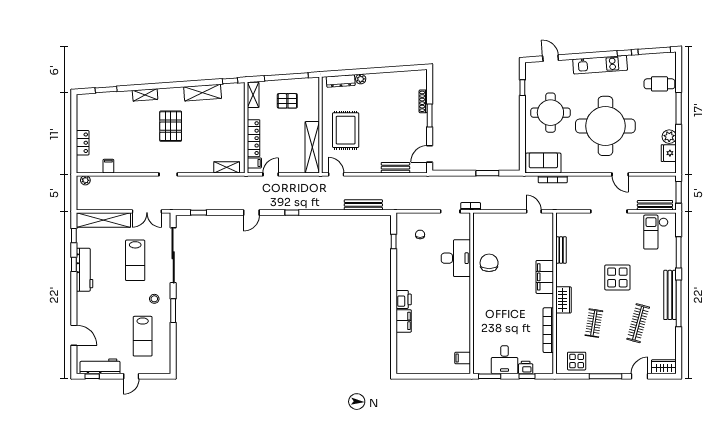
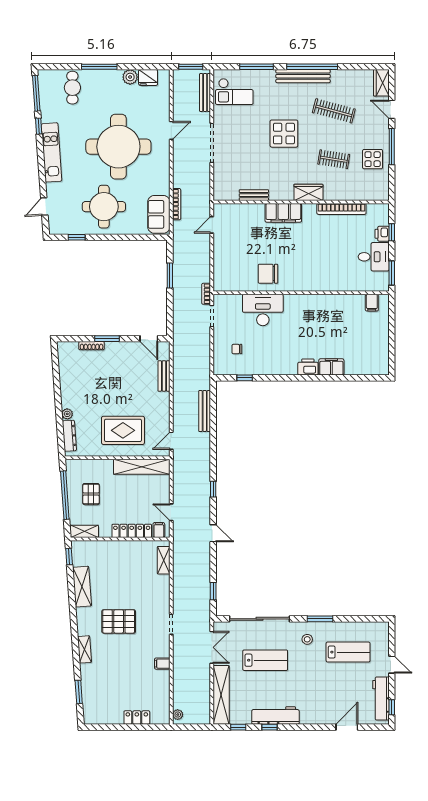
filing cabinet: (108, 166) -> (162, 664), moved
display table: (577, 361) -> (373, 159), moved

